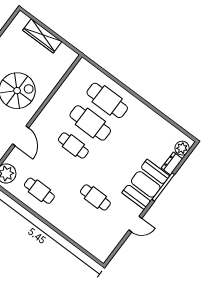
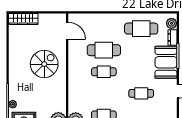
wardrobe: (42, 36) -> (23, 19), moved
cafe table: (107, 100) -> (141, 29), moved
door: (21, 136) -> (67, 31), moved

